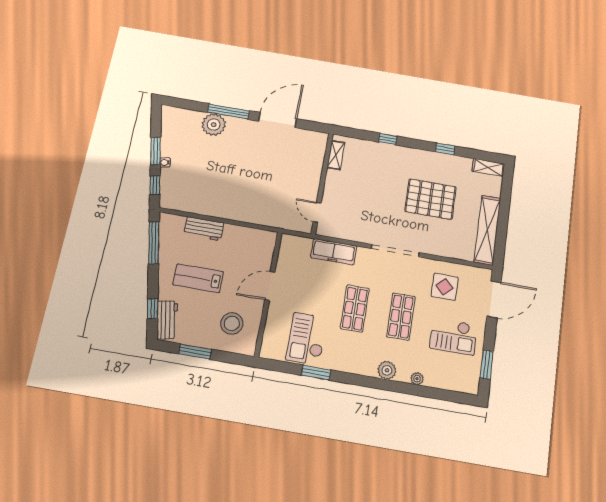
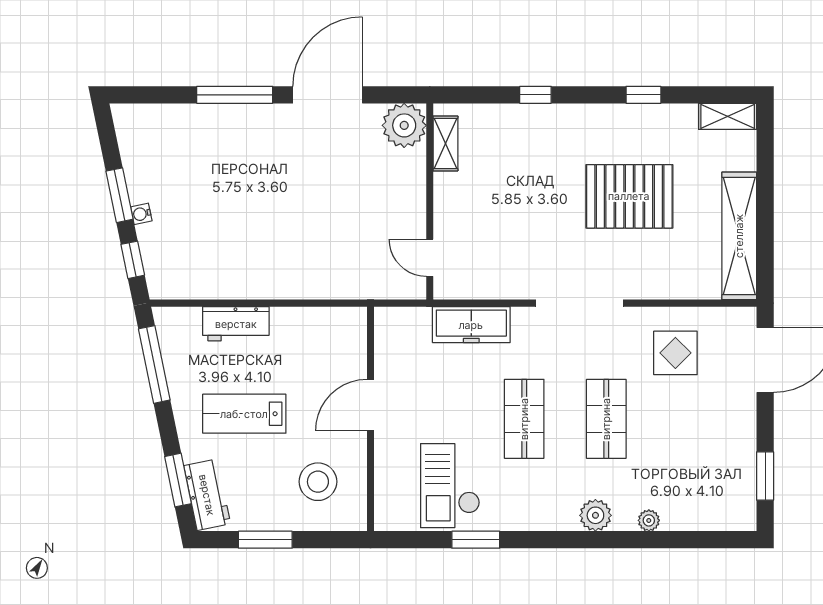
plant: (214, 125) -> (404, 125), moved
window: (153, 309) -> (178, 480), width x1.50
checkout: (453, 336) -> (702, 438), removed

